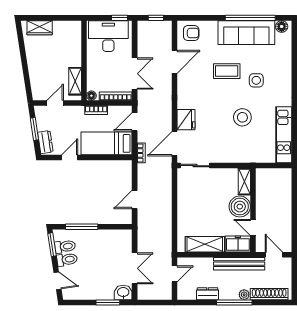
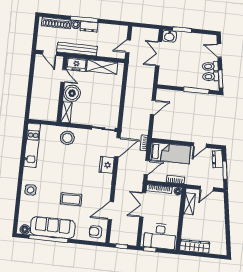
wardrobe: (40, 28) -> (195, 246), moved, width x1.50
side table: (256, 80) -> (31, 190), moved
stool: (242, 117) -> (67, 138), moved
dresser: (208, 294) -> (89, 27), moved

